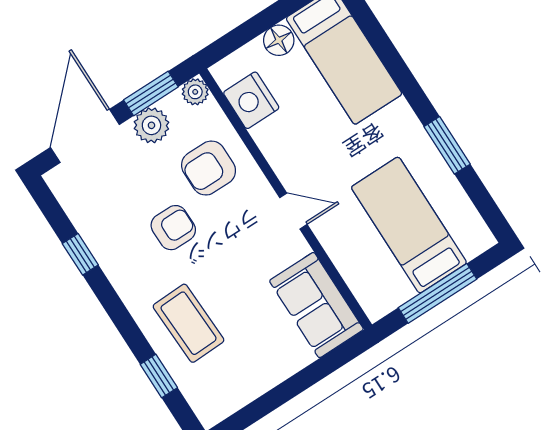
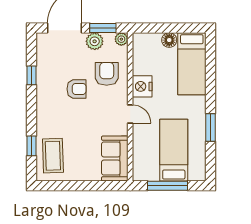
nightstand: (251, 100) -> (142, 86), moved
armchair: (209, 168) -> (107, 74), turned 90
coffee table: (189, 323) -> (53, 156), moved

